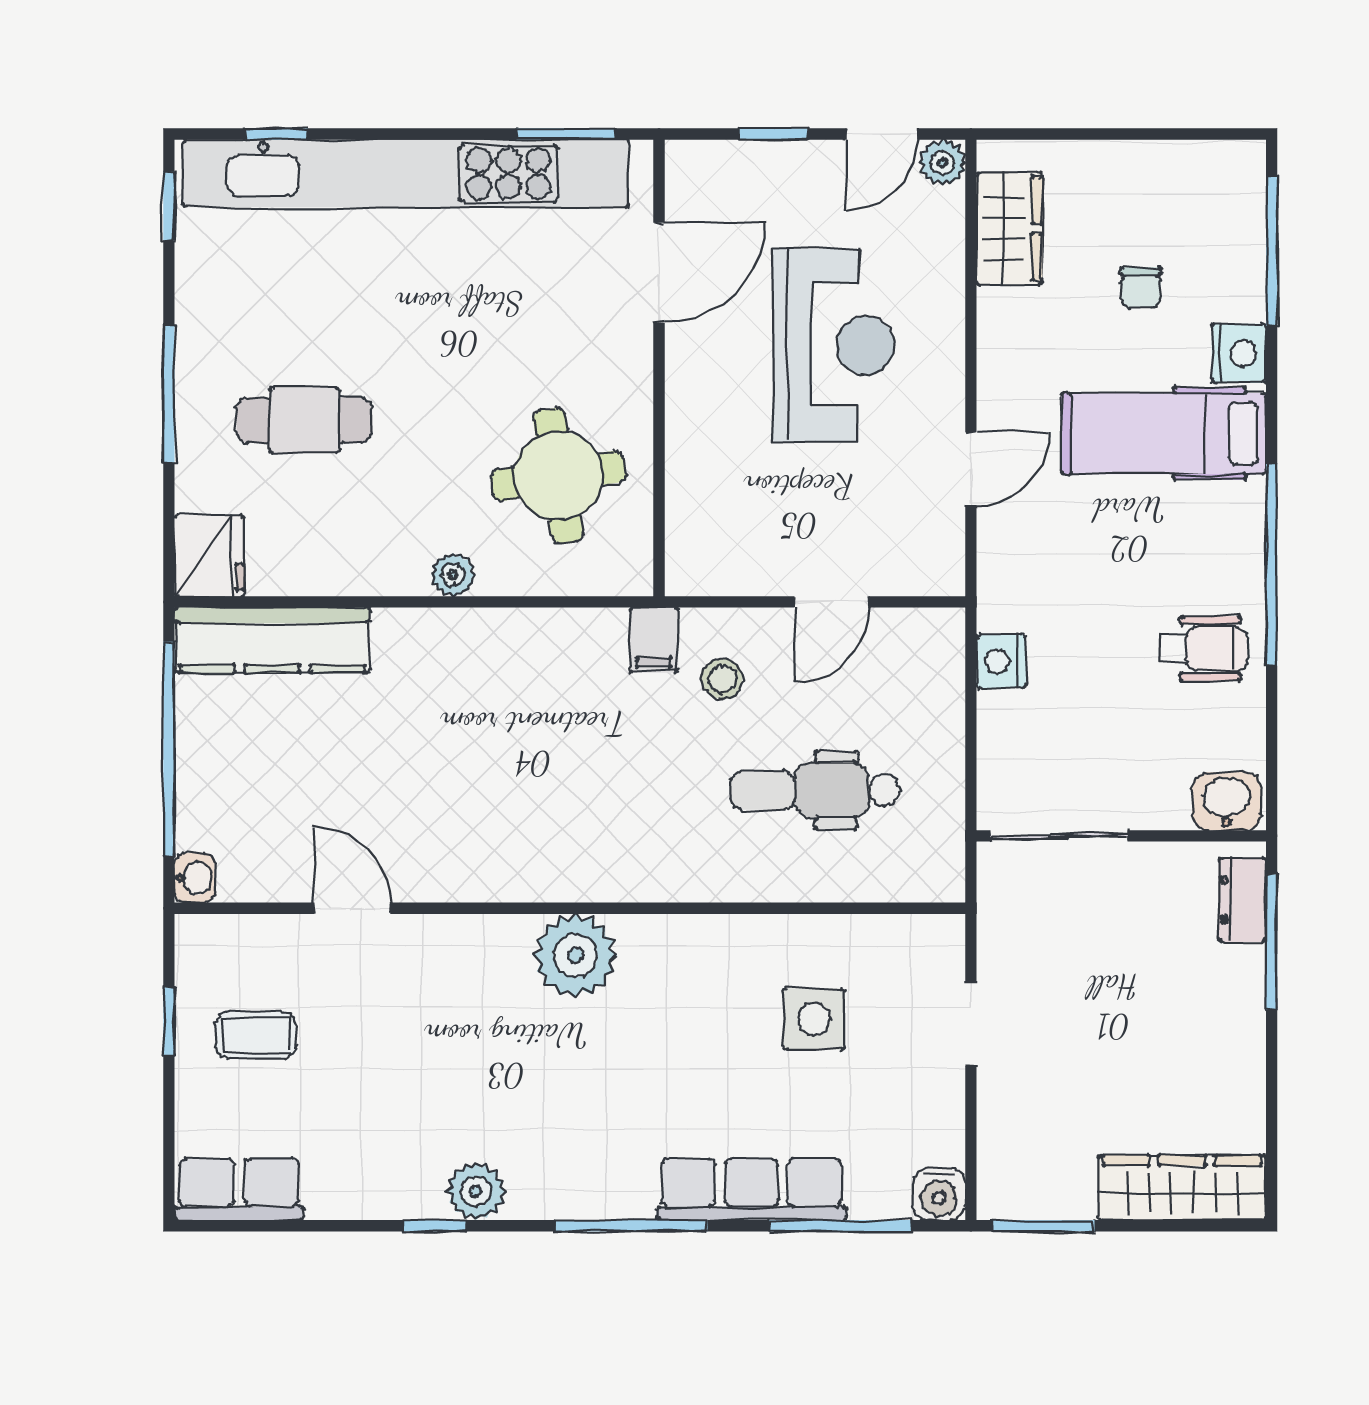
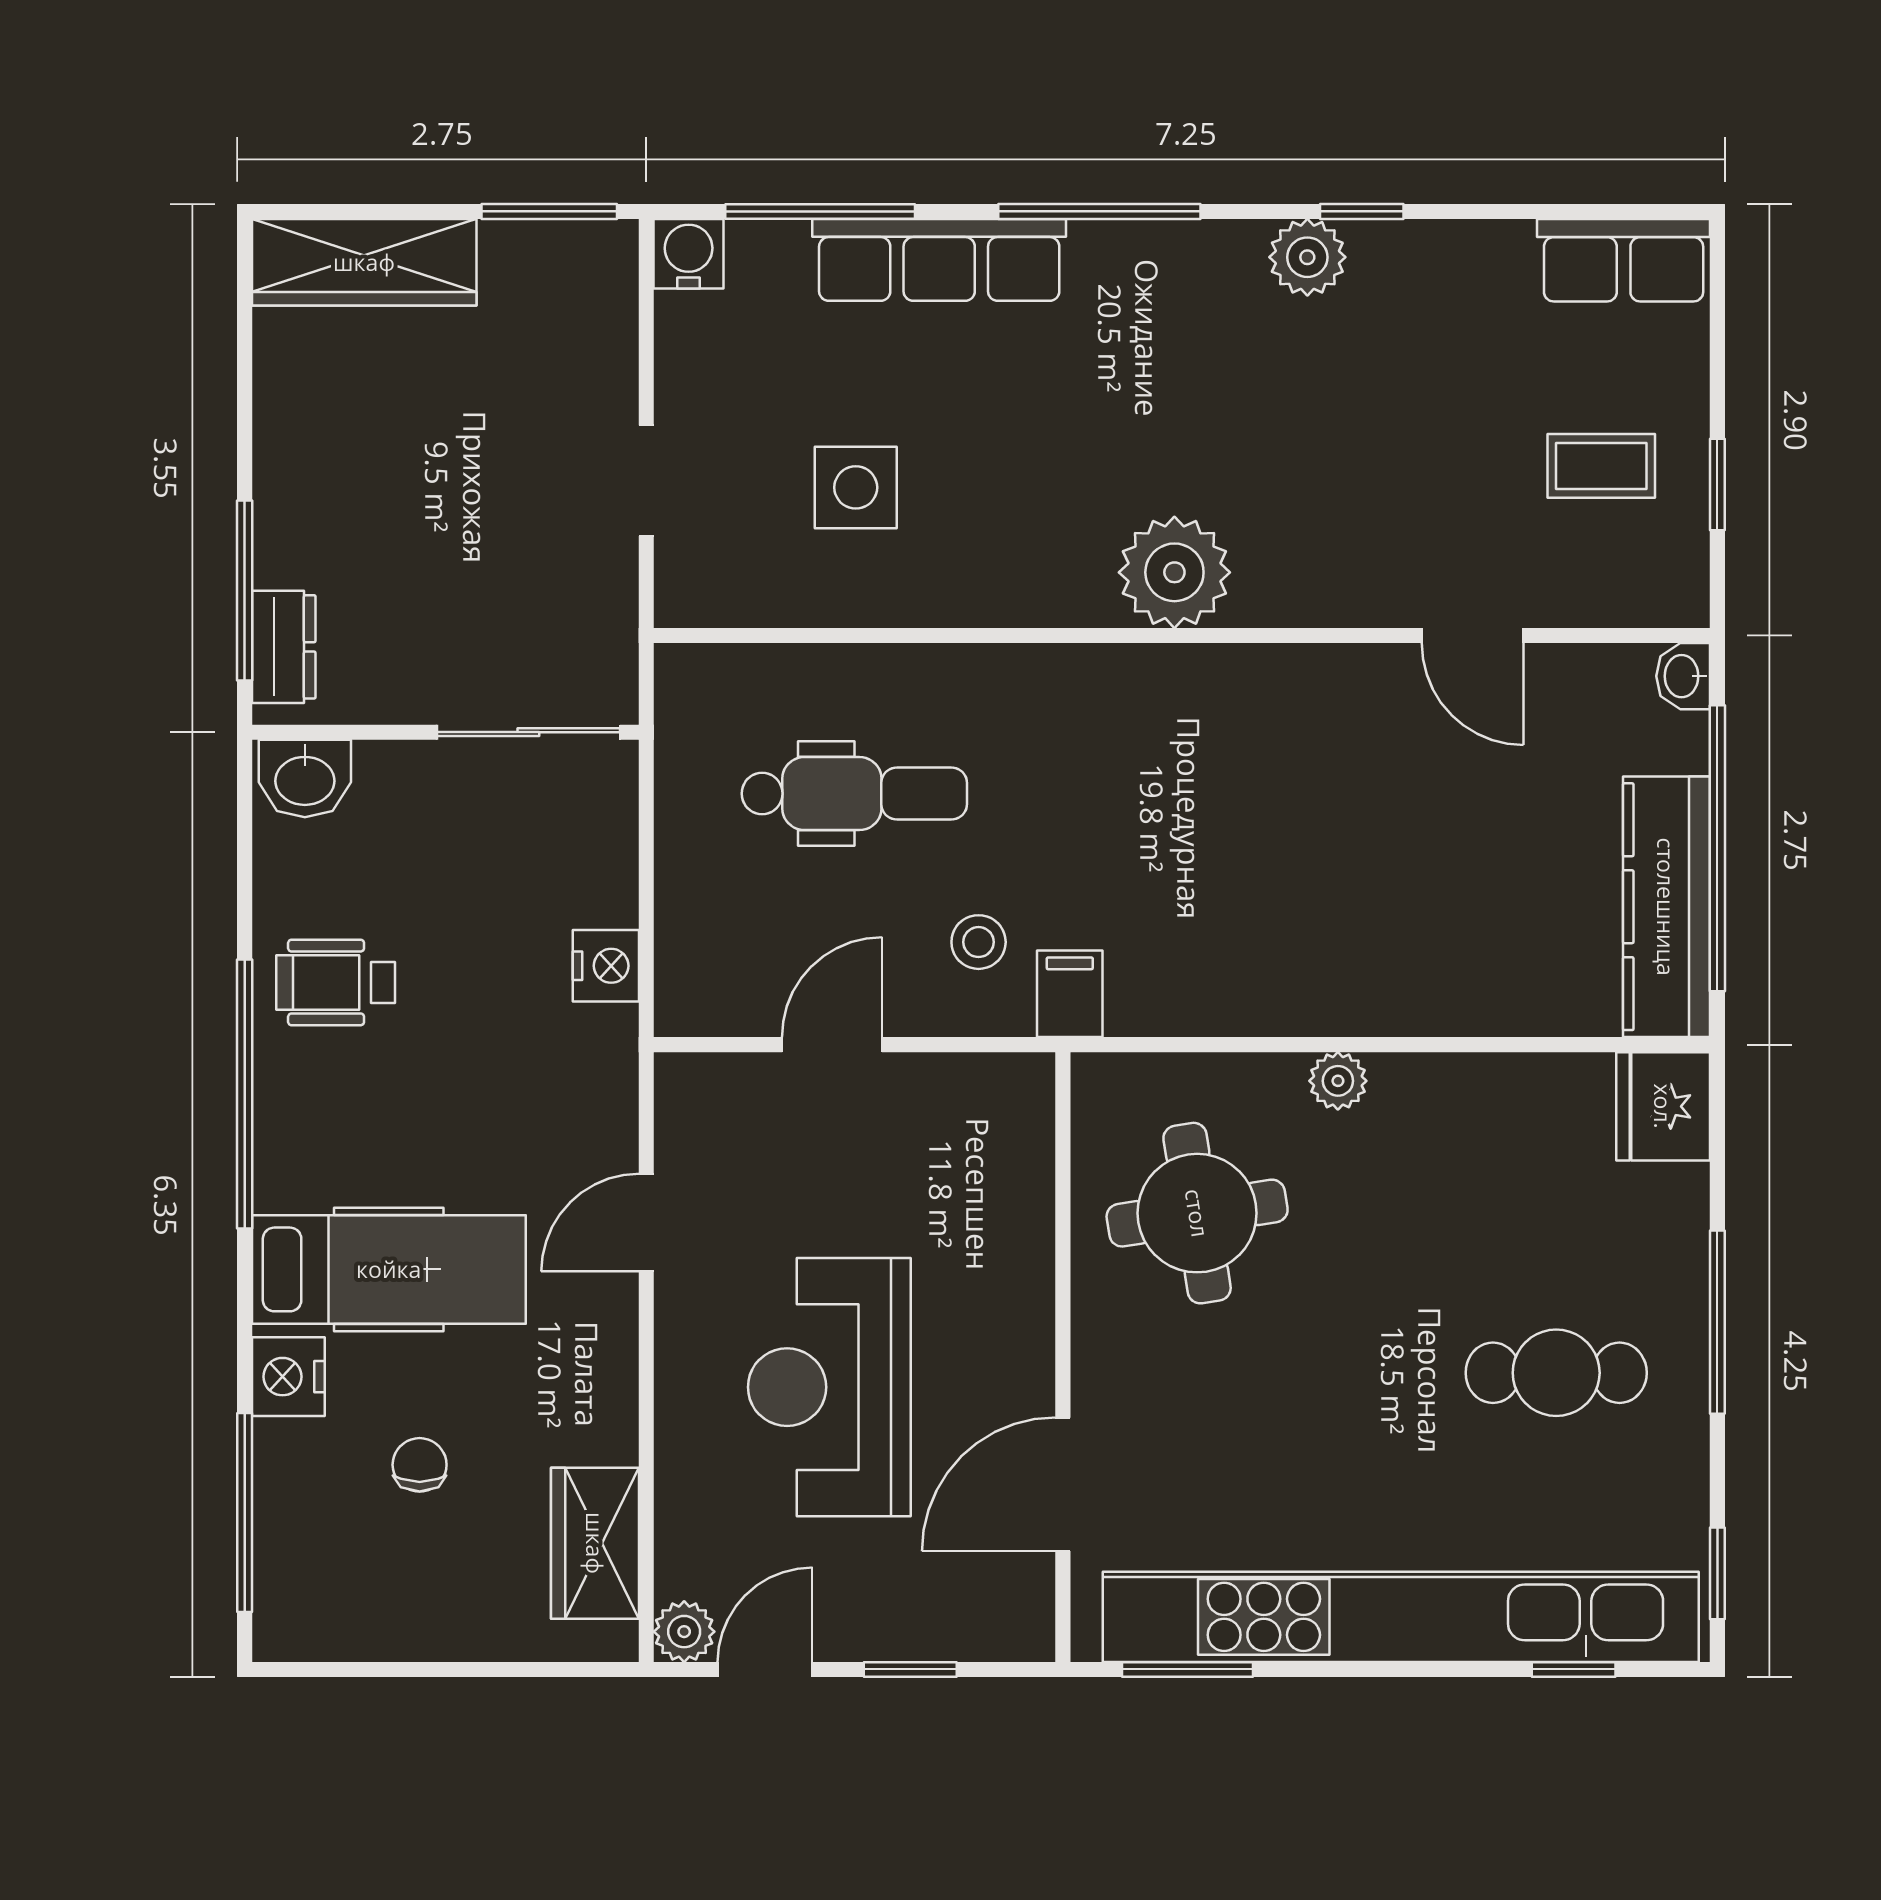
cafe table: (304, 420) -> (1556, 1373), moved
kitchen counter: (272, 640) -> (1666, 907), moved, turned -90

